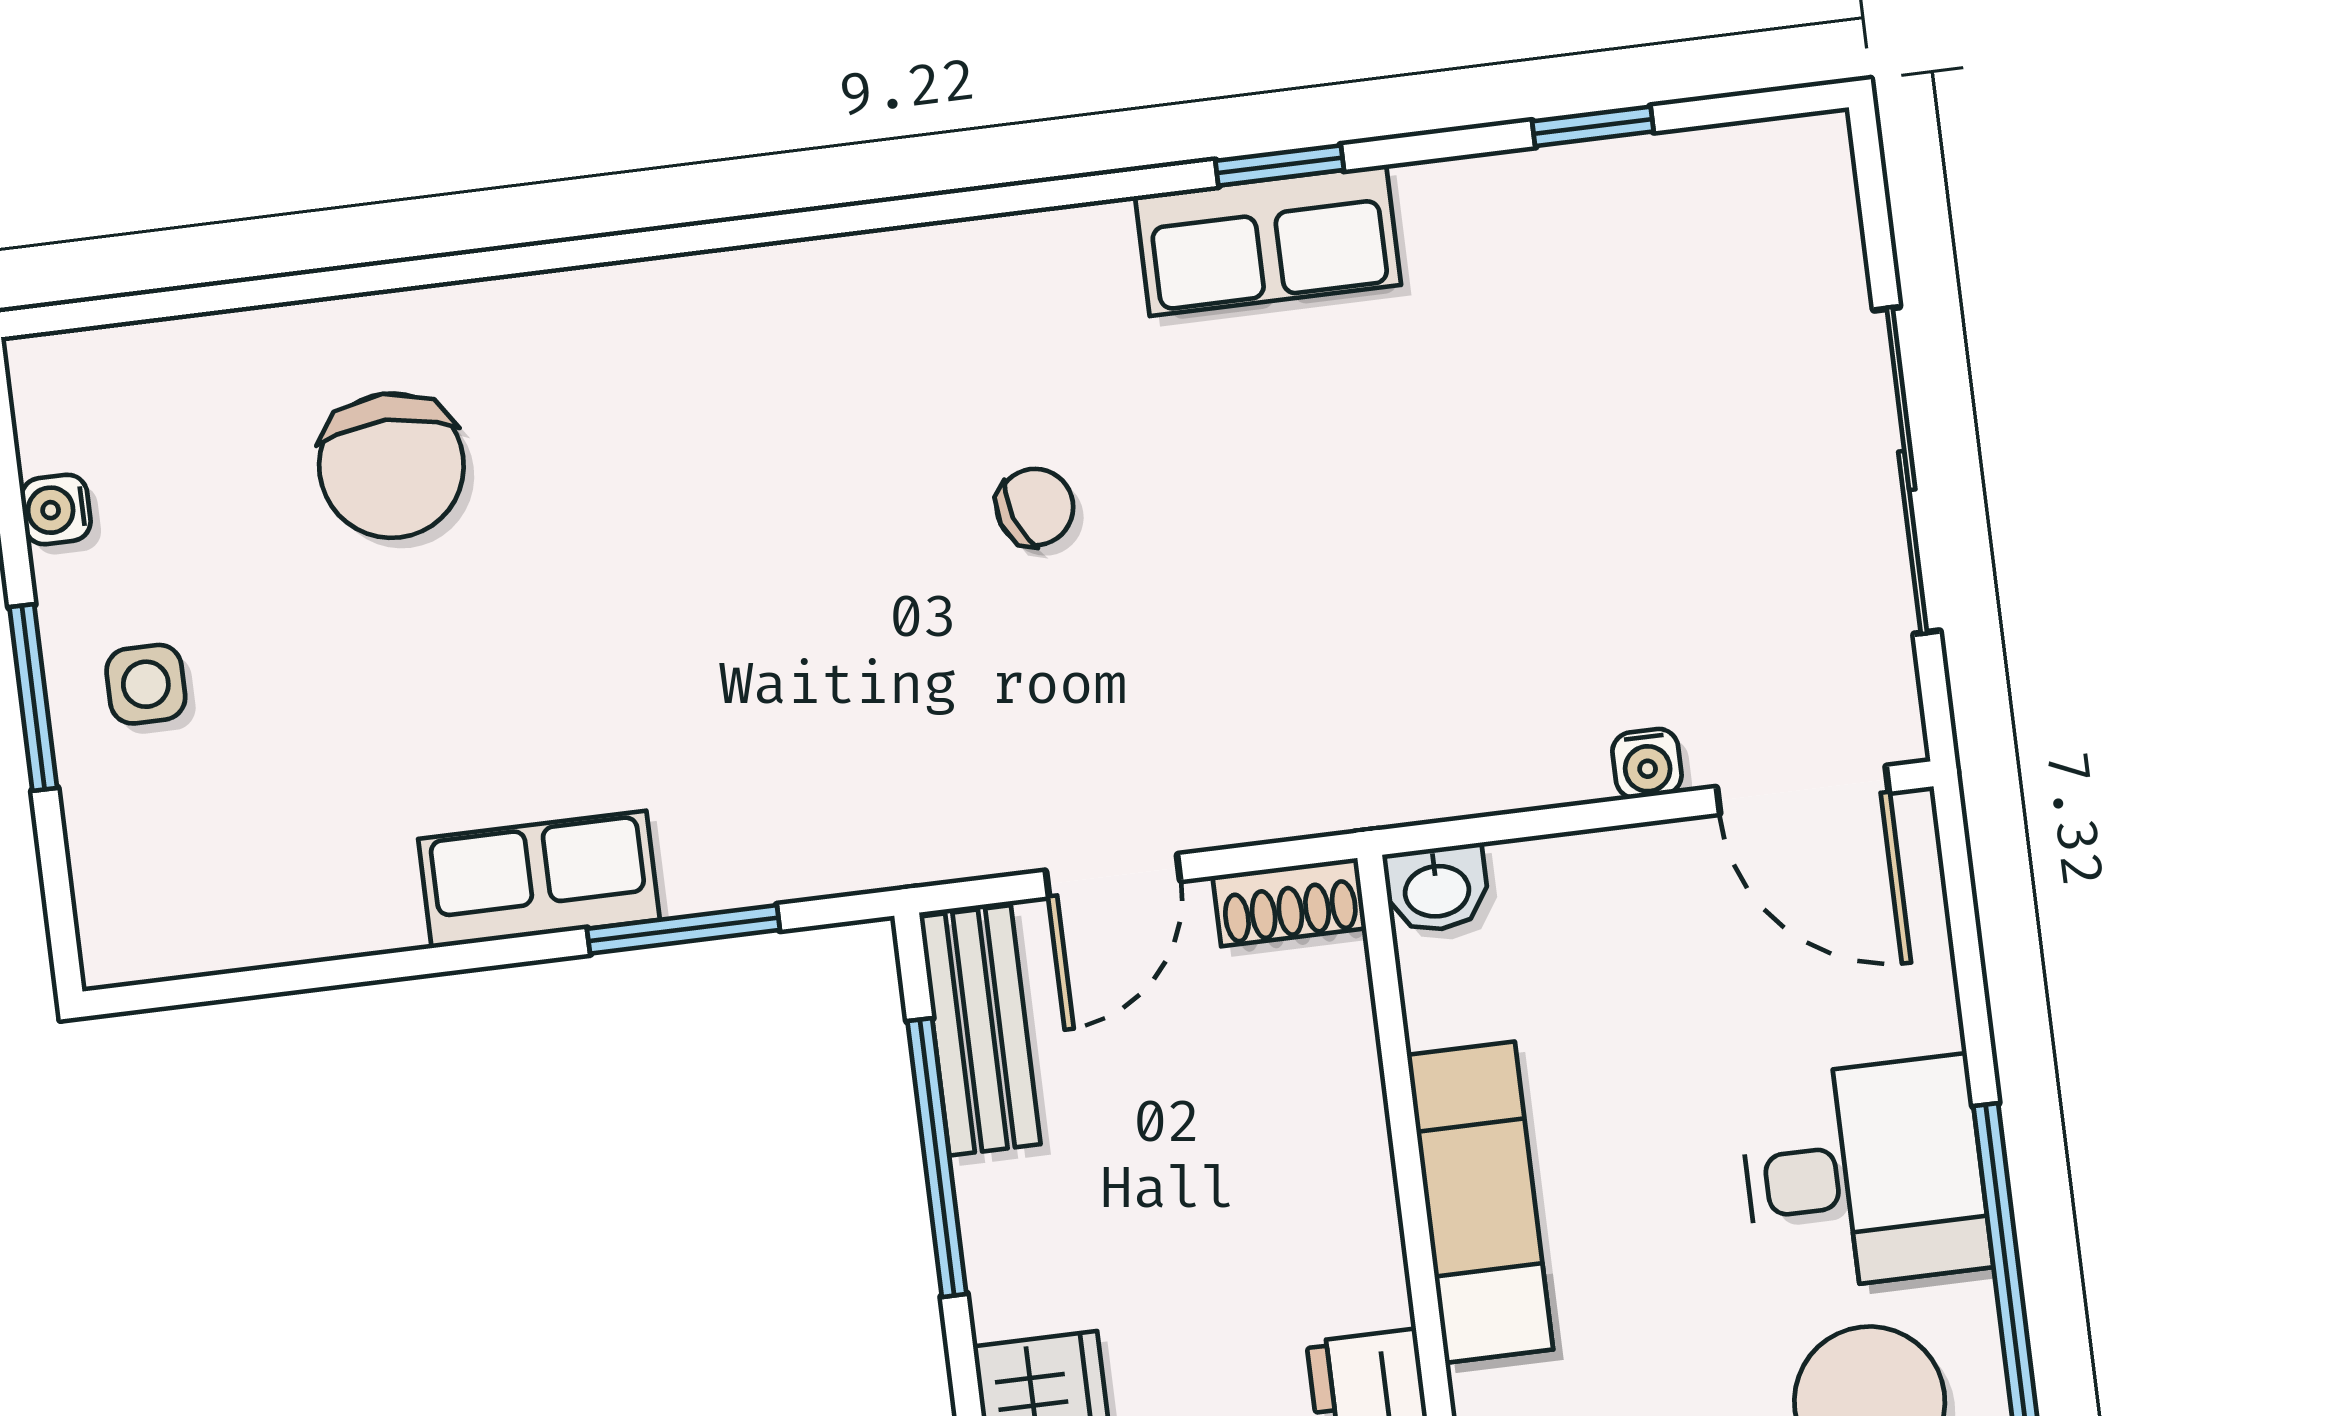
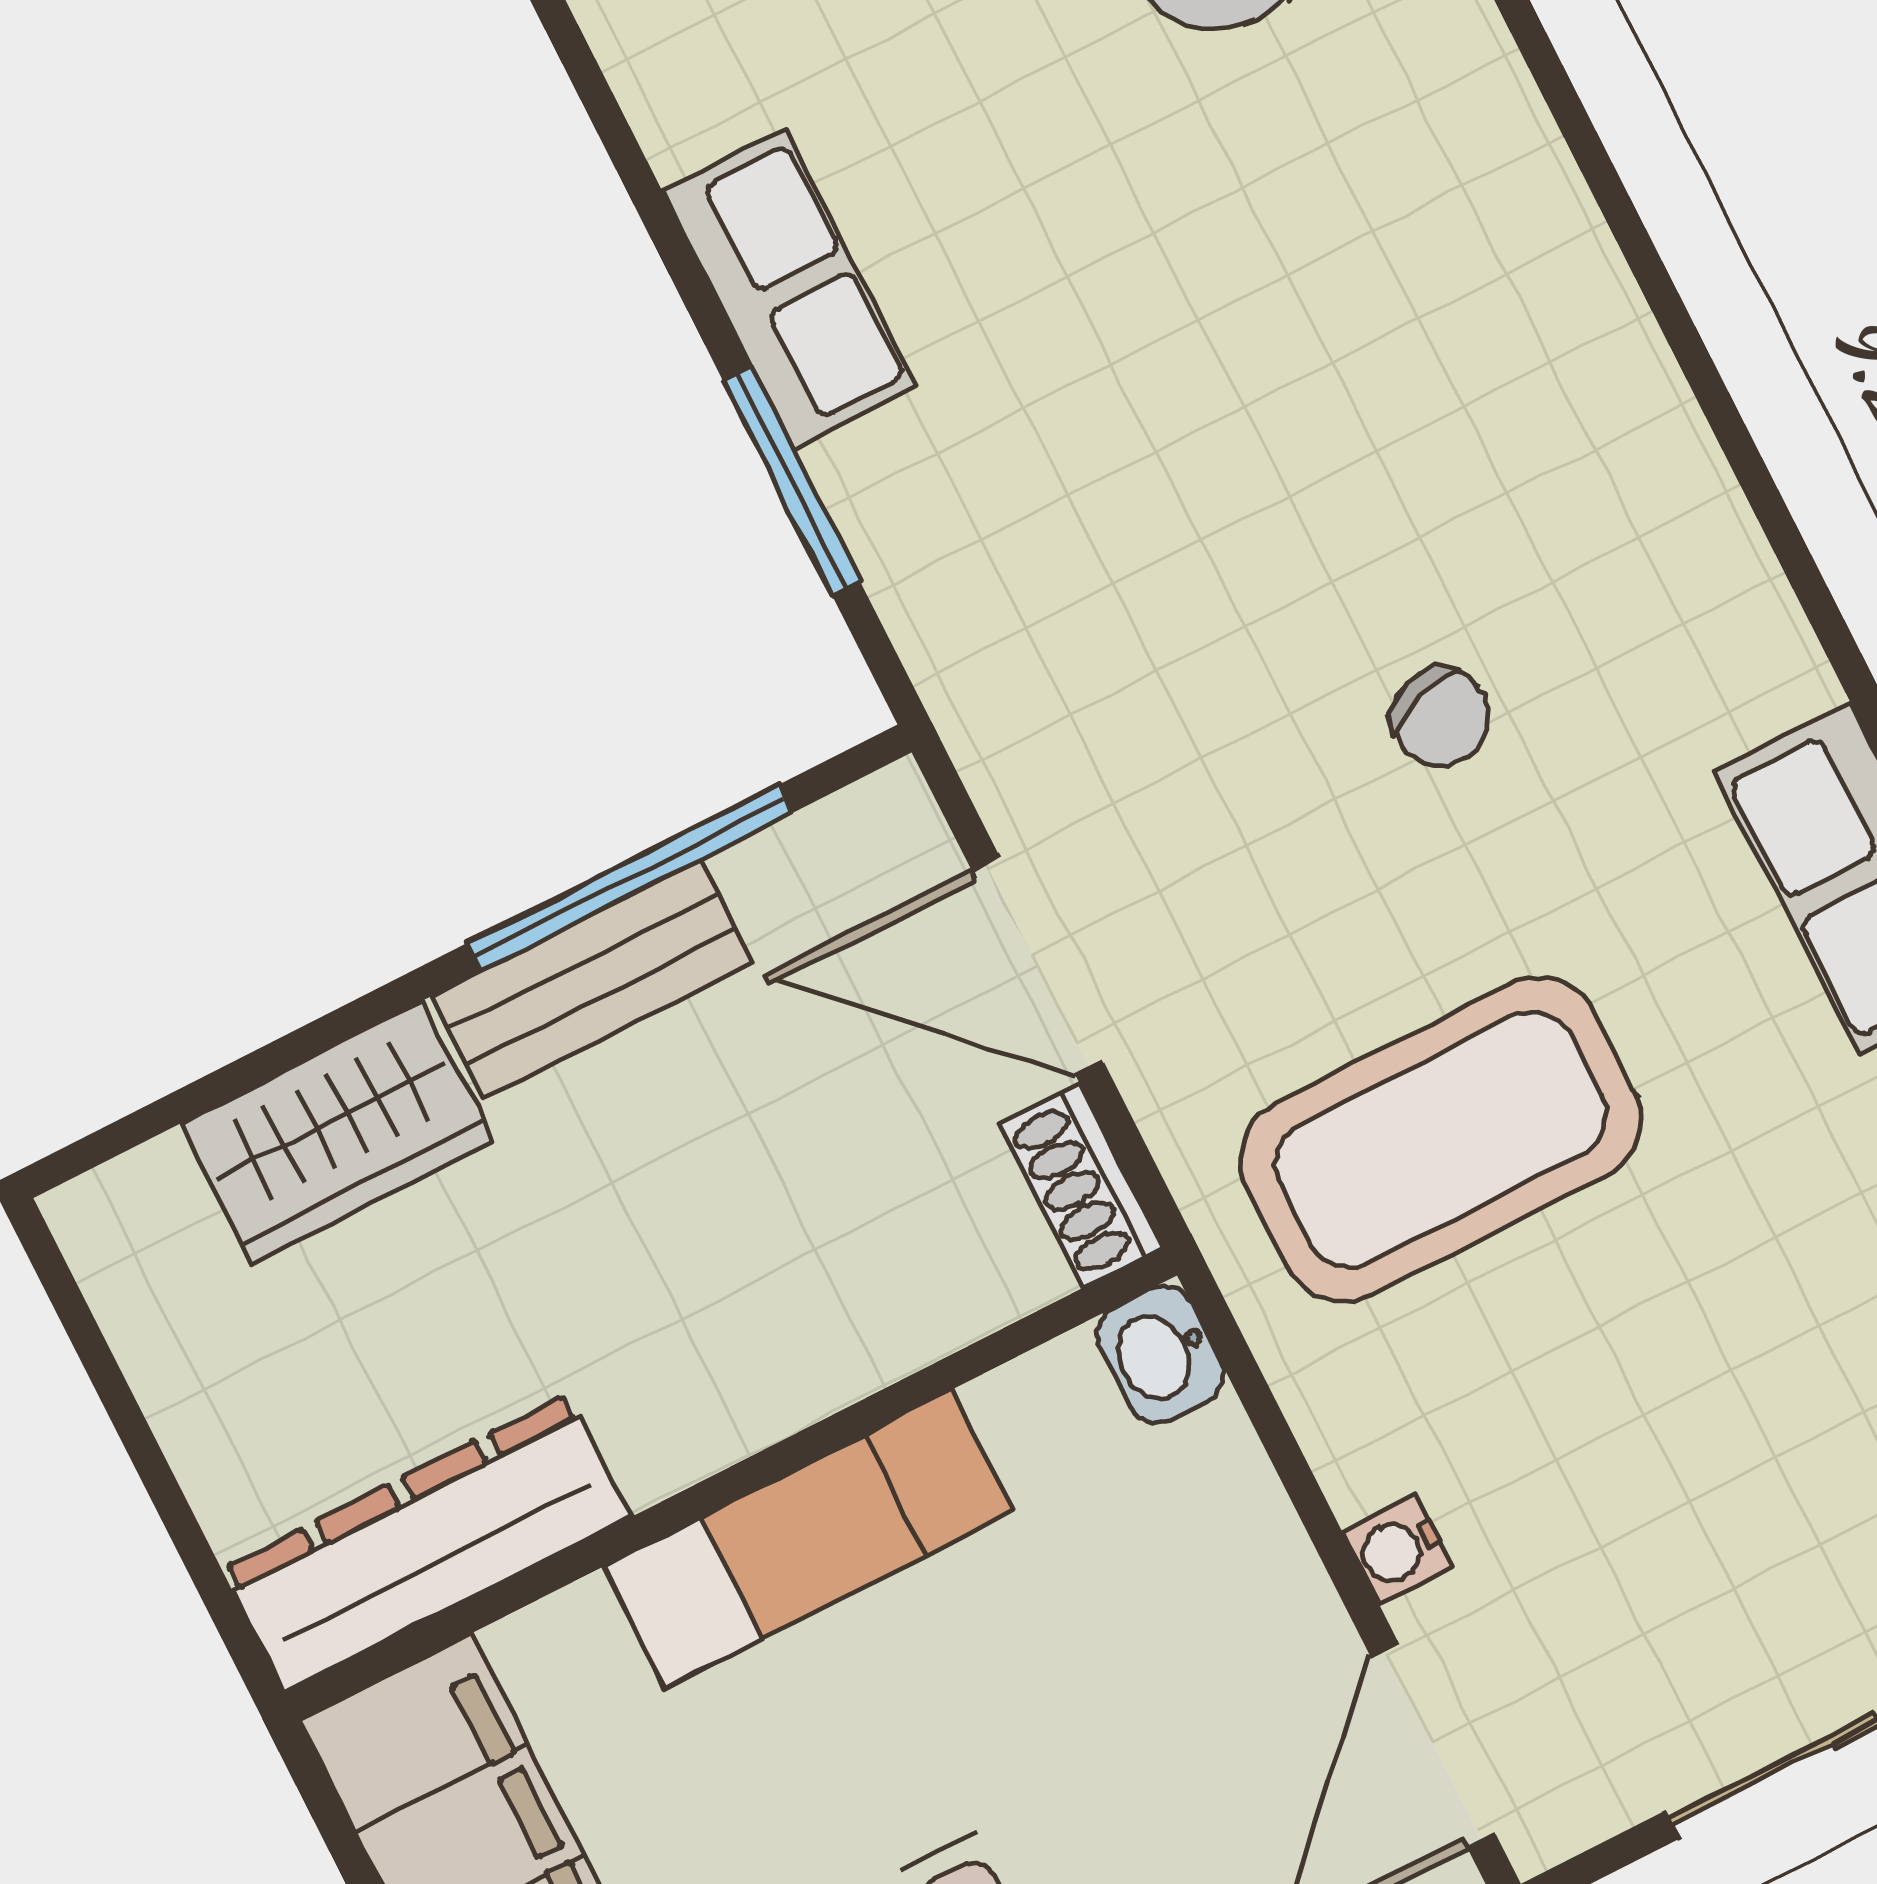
coffee table: (1351, 621) -> (1441, 1140), added
door: (1113, 876) -> (1038, 966), width x1.38
bench: (980, 1030) -> (592, 979), moved

